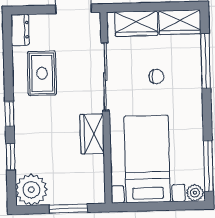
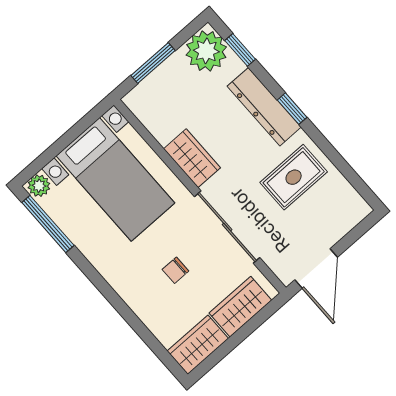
dresser: (20, 30) -> (264, 107), moved, width x1.96, depth x1.24
window: (206, 61) -> (139, 327), removed
rug: (42, 73) -> (294, 177), turned 90
window: (11, 157) -> (240, 50), moved

